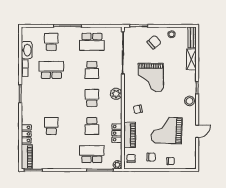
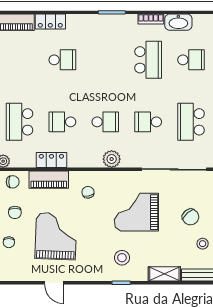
stool: (190, 101) -> (122, 258), moved
school desk: (92, 154) -> (20, 122), turned 180

